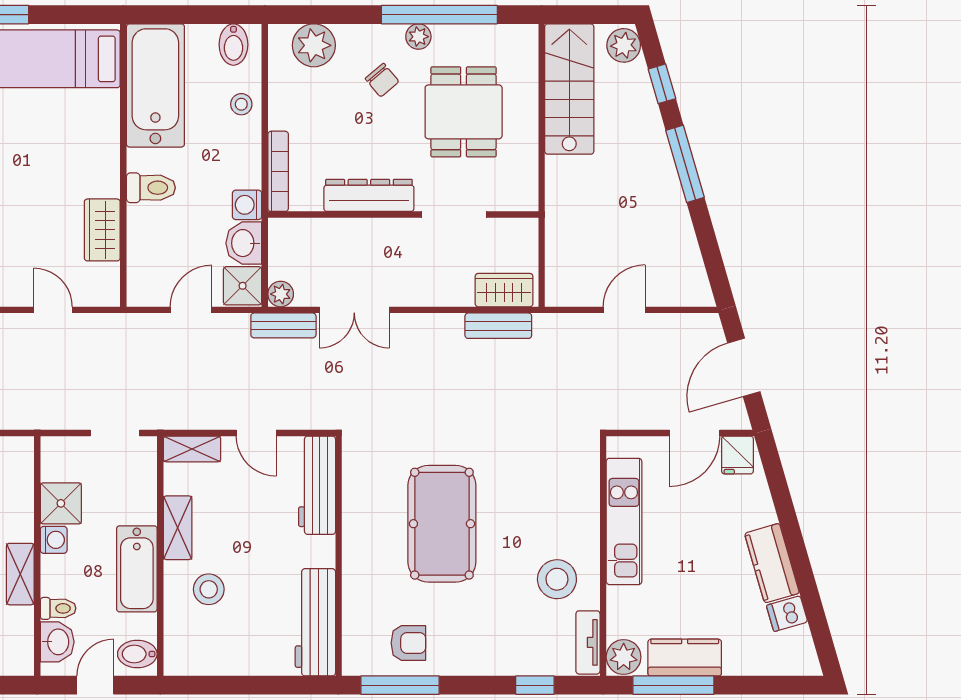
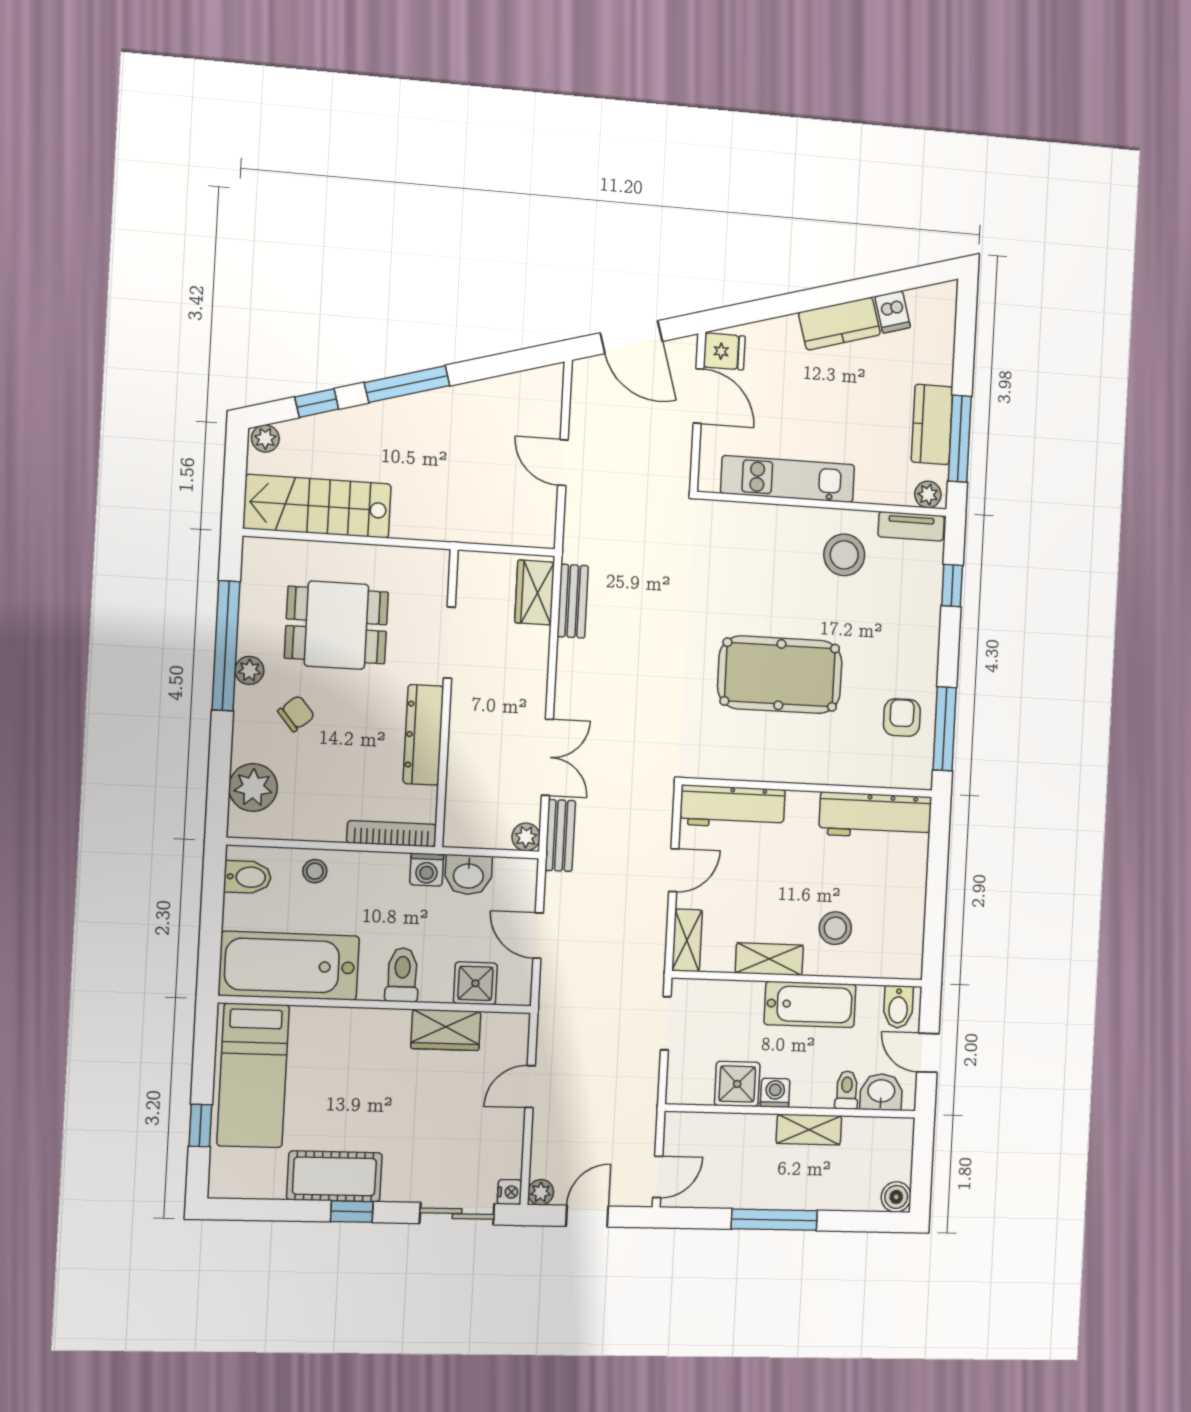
plant: (624, 45) -> (265, 438), width x0.73, depth x0.73
shower: (243, 286) -> (475, 983), moved
plant: (624, 657) -> (928, 494), width x0.73, depth x0.73

